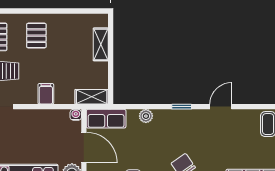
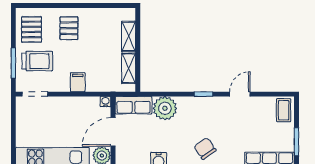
shelving: (92, 97) -> (129, 68), moved, turned 90
plant: (146, 116) -> (165, 108), width x1.88, depth x1.88
door: (84, 147) -> (113, 132), swing flipped

